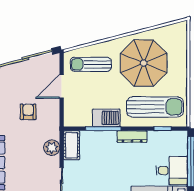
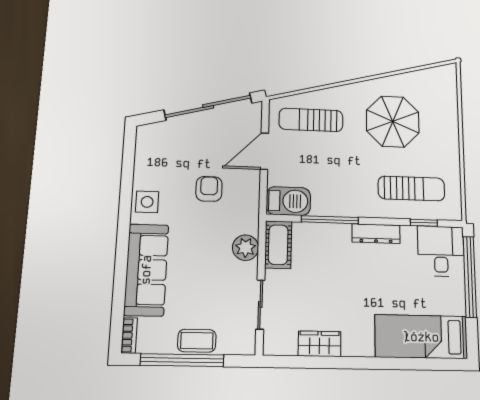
parasol: (144, 63) -> (393, 122), width x0.73, depth x0.73
sun lounger: (155, 107) -> (411, 188), width x0.73, depth x0.75
barbecue: (106, 118) -> (288, 201), moved
desk: (172, 171) -> (441, 251), moved, turned -90

